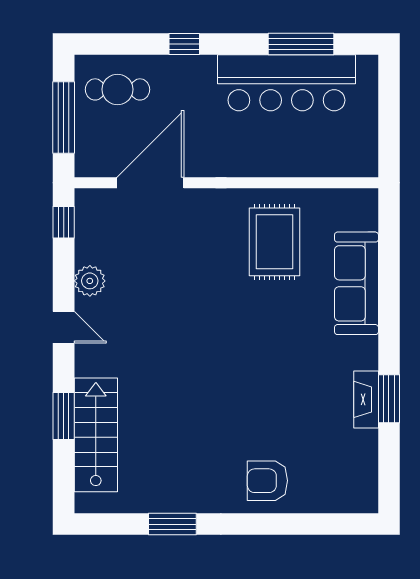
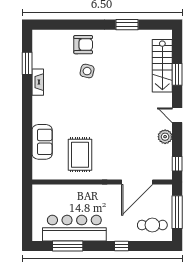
sofa: (356, 283) -> (42, 142), width x0.73
window: (389, 399) -> (27, 63), moved
side table: (259, 423) -> (87, 71), added

